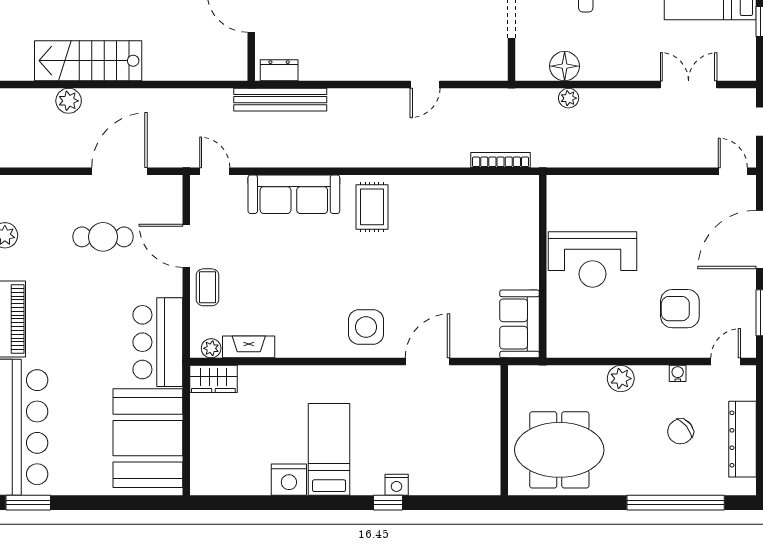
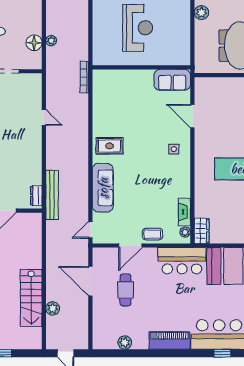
wall: (543, 266) -> (141, 67), moved
sofa: (519, 324) -> (172, 80), moved
side table: (366, 327) -> (174, 149), width x0.54, depth x0.54

